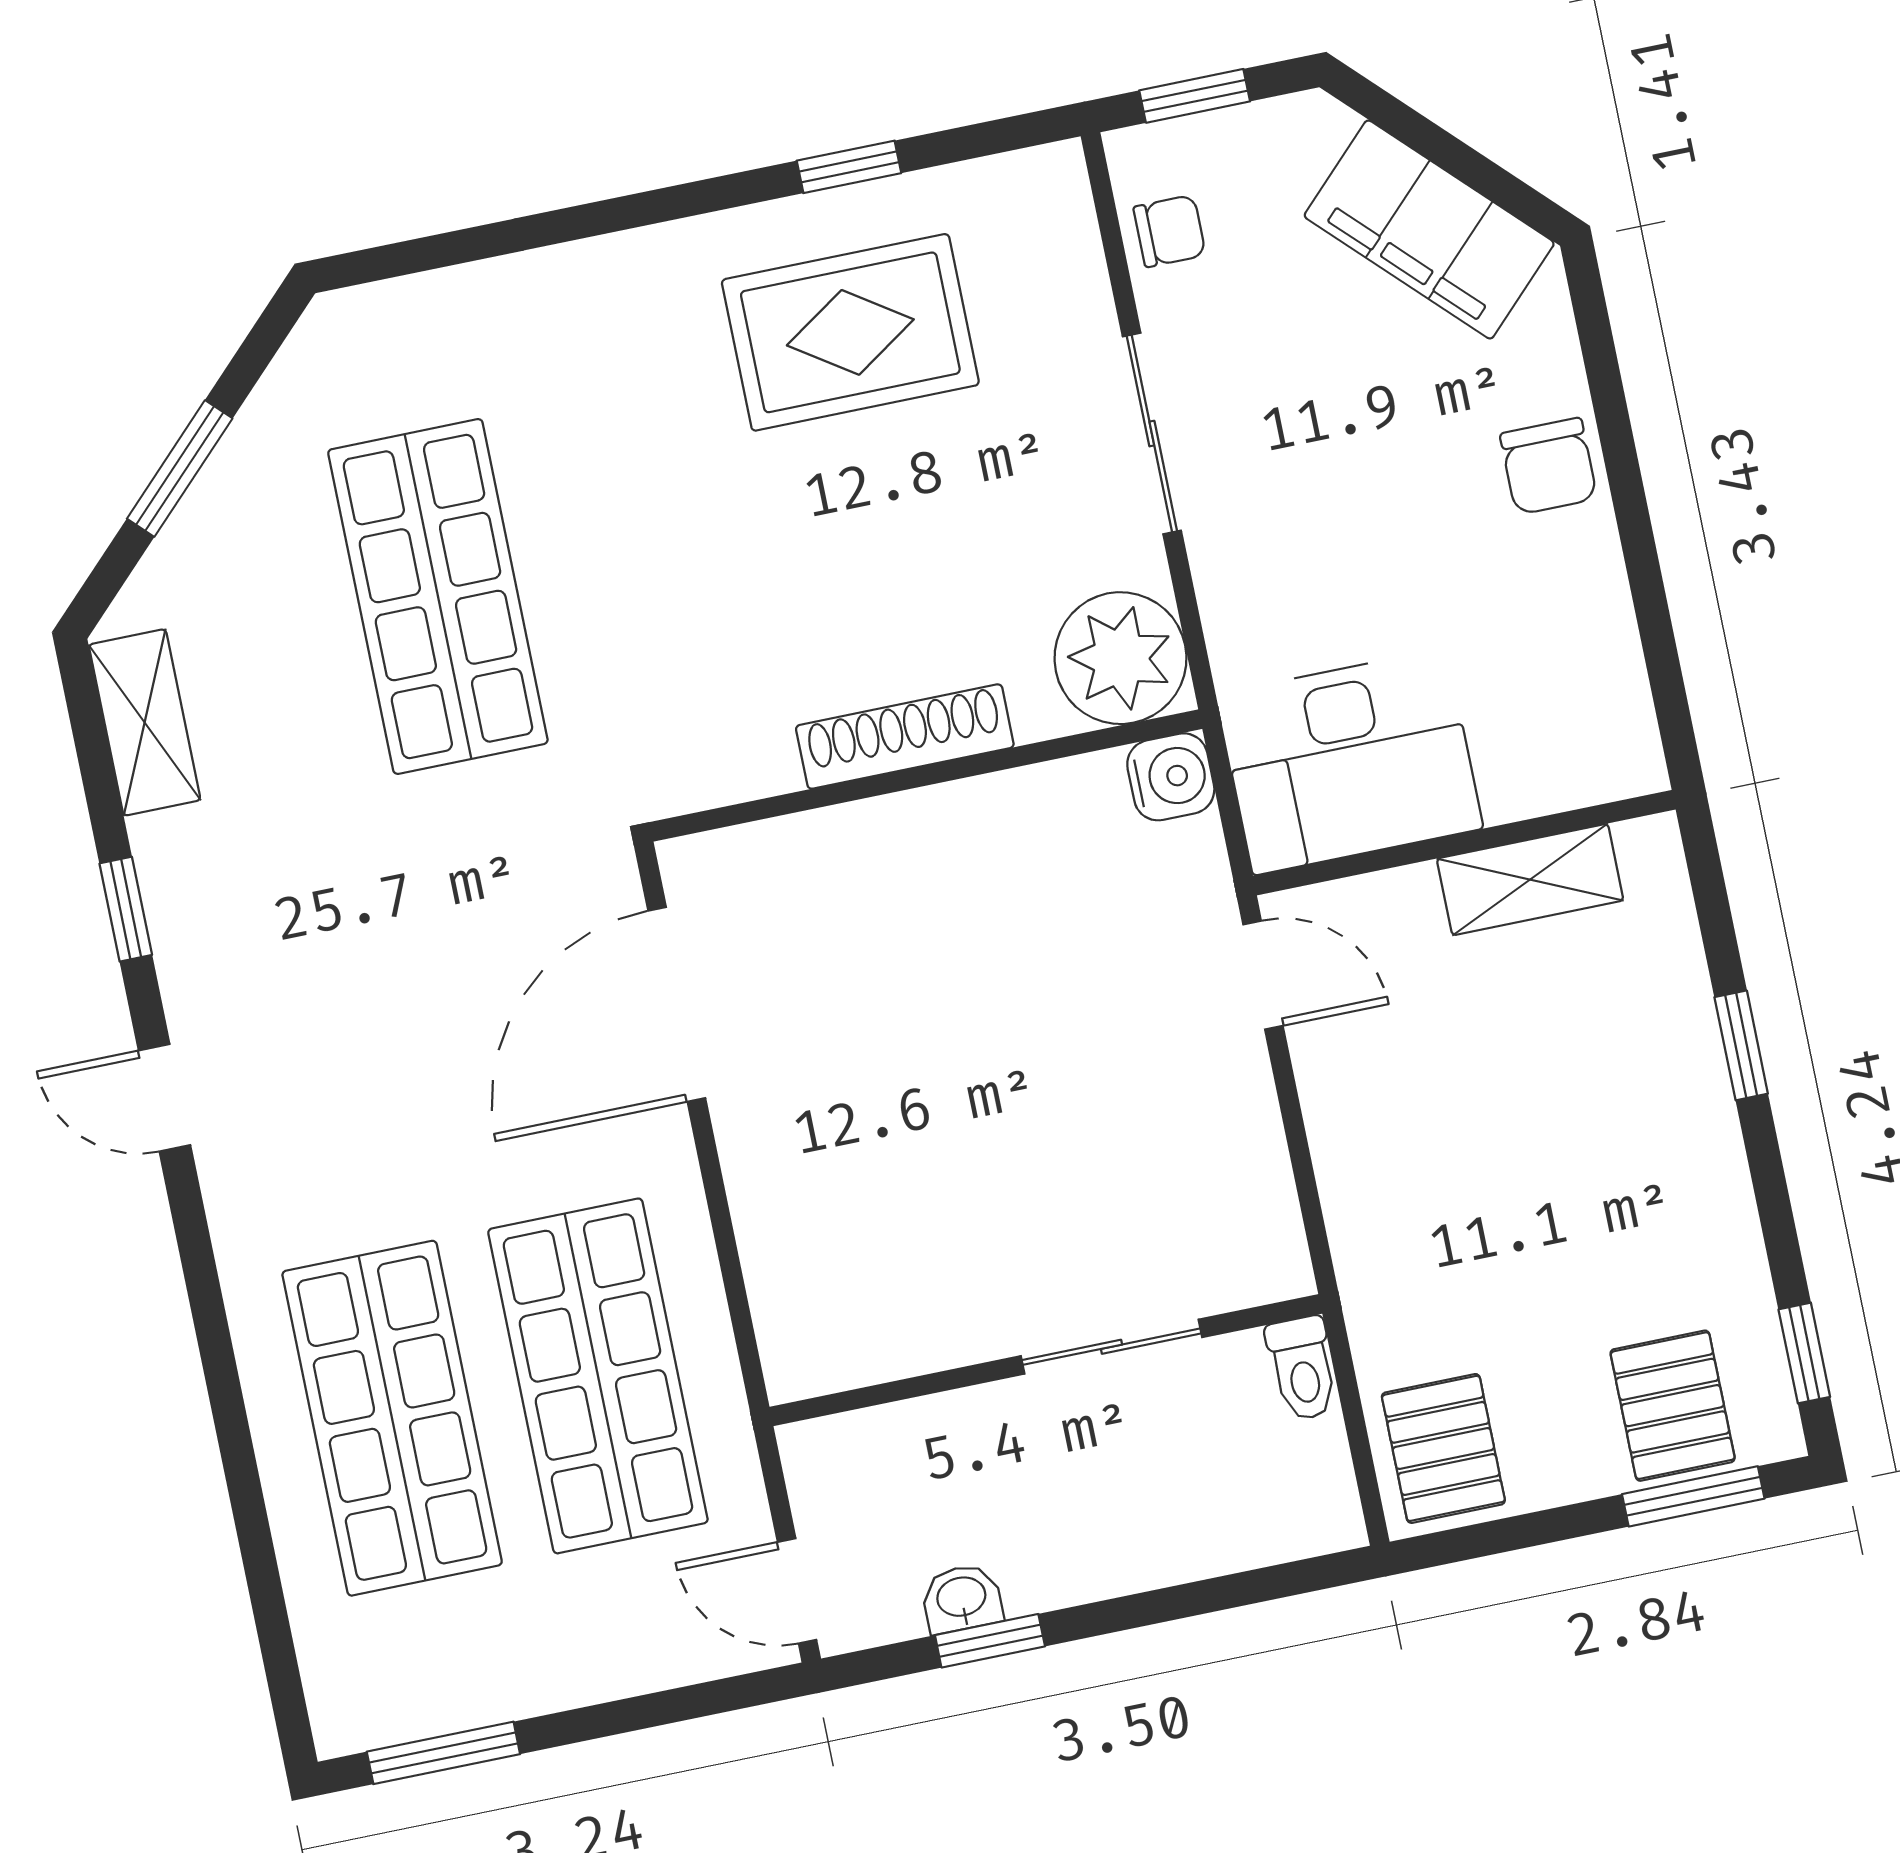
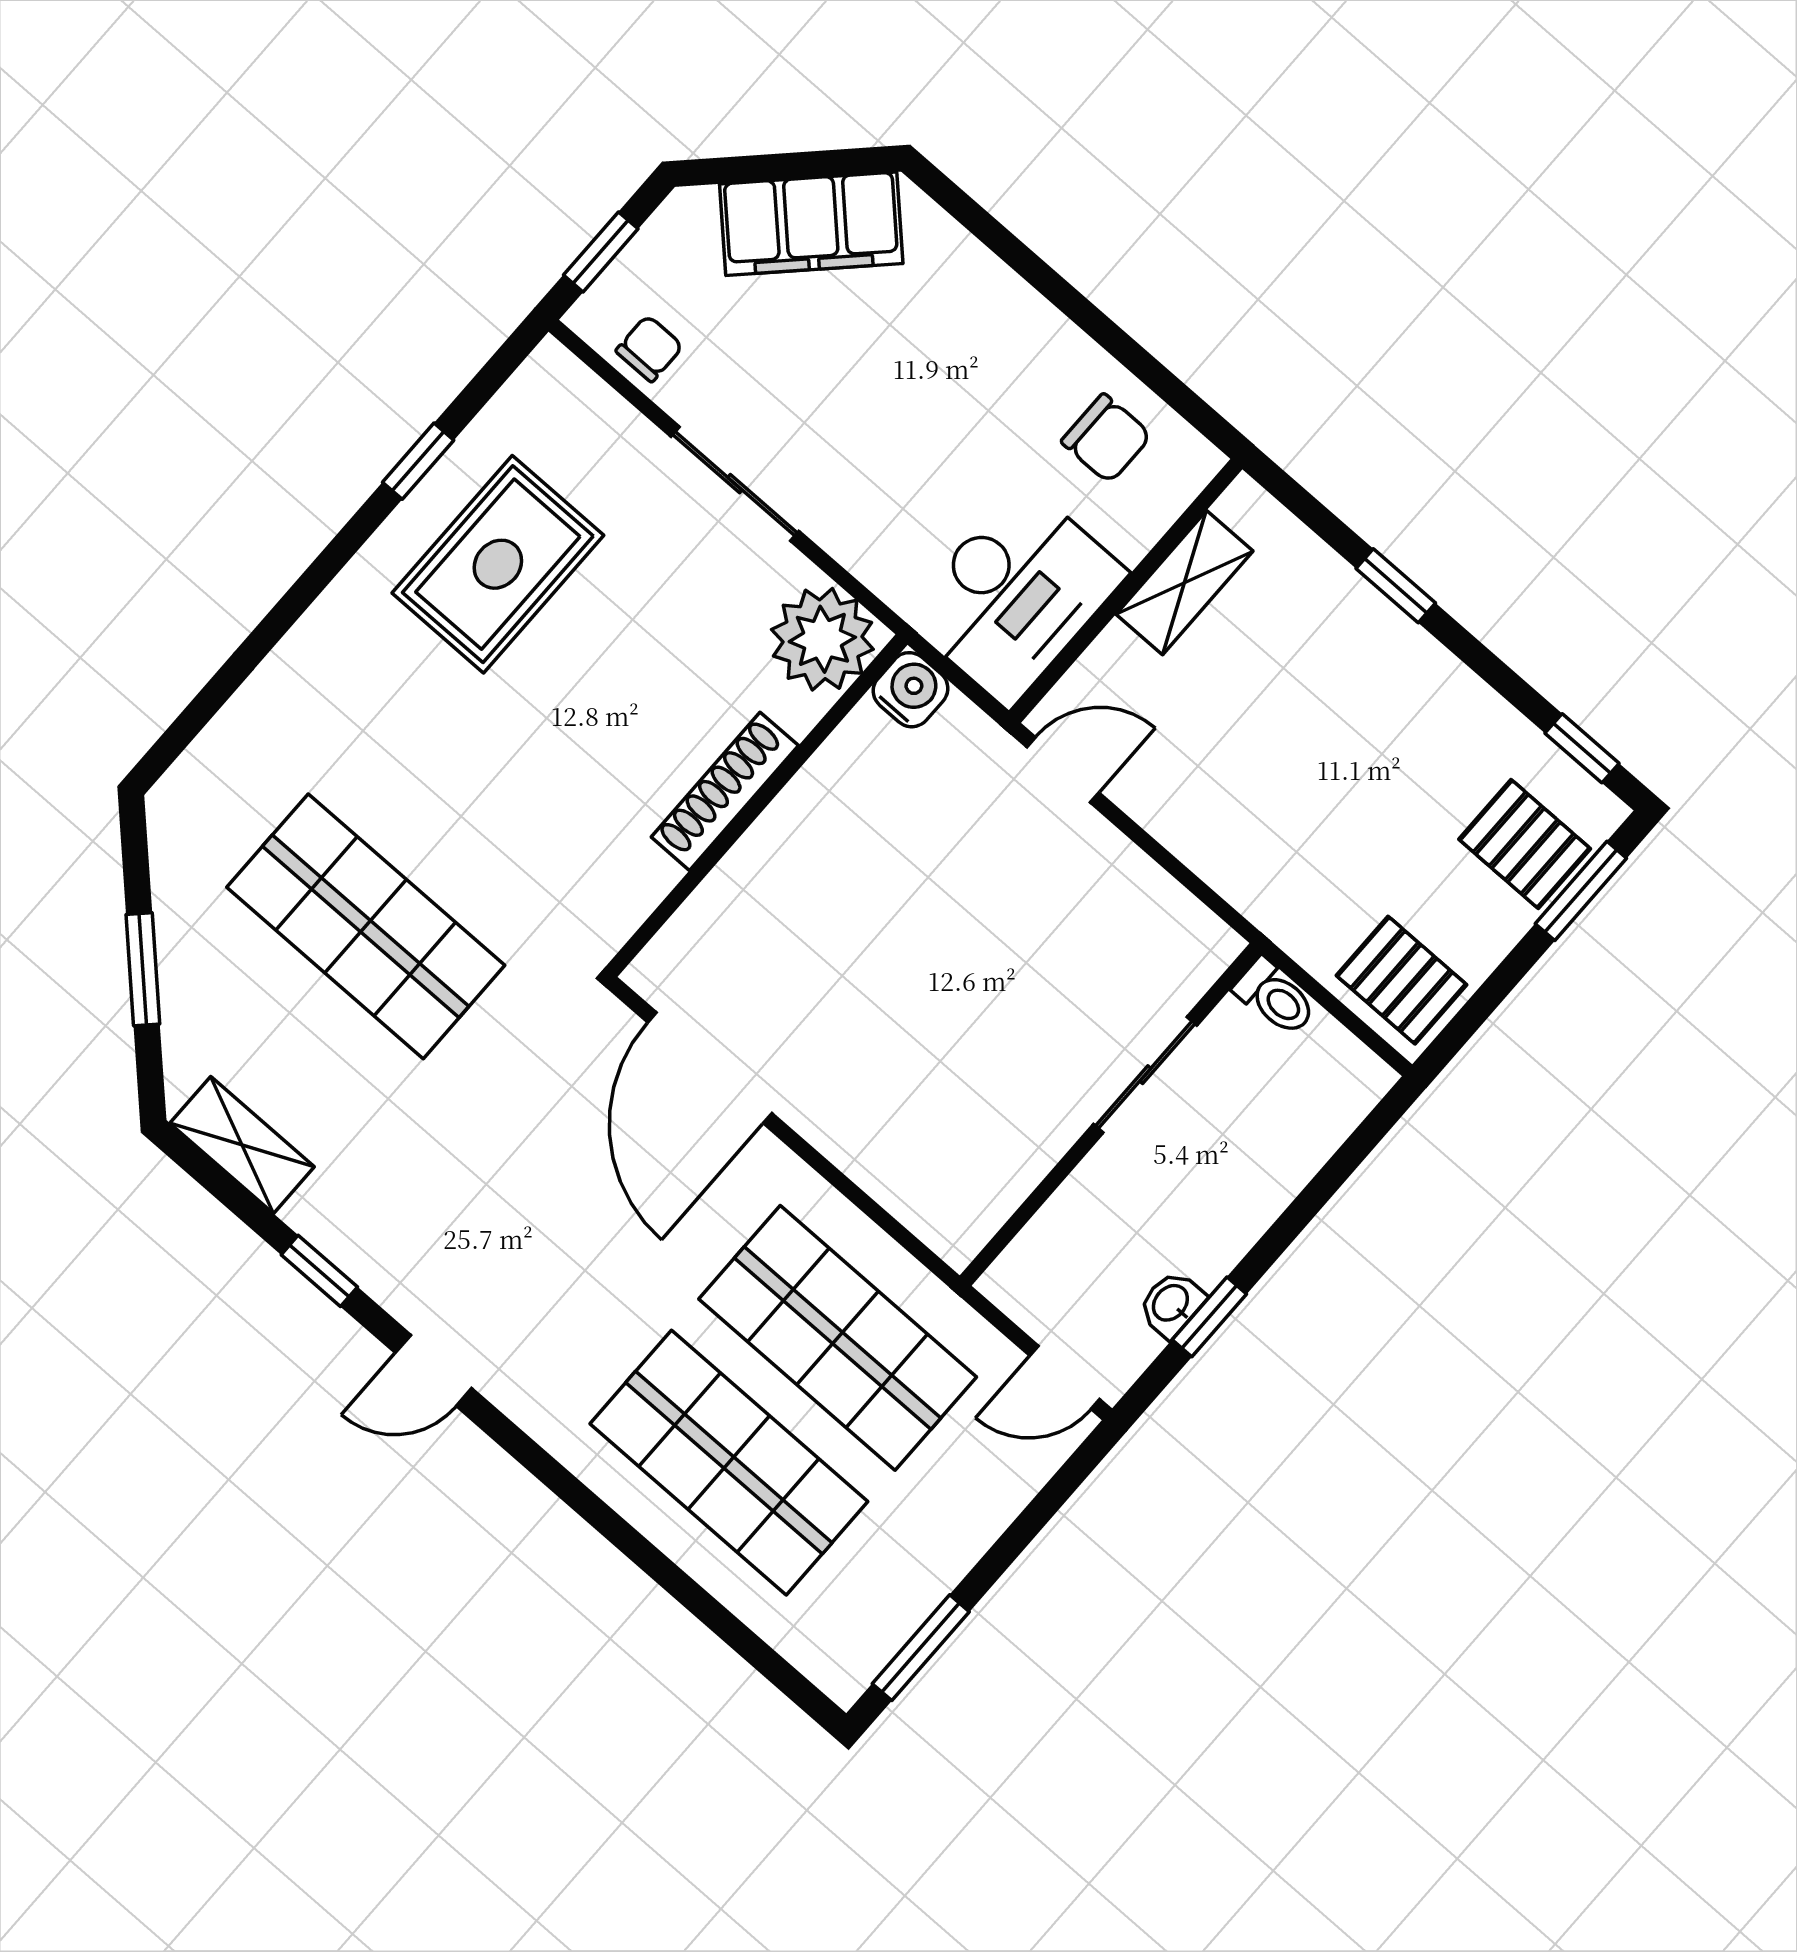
chair: (1549, 466) -> (1106, 438), moved

